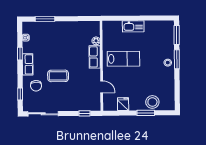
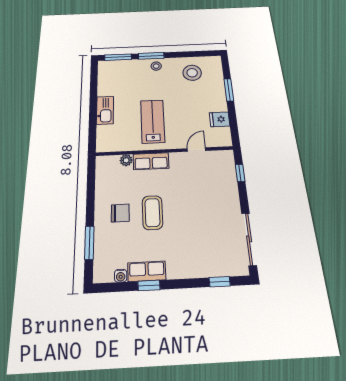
row of seats: (28, 64) -> (147, 271), moved
coffee table: (58, 76) -> (152, 213), moved
chair: (36, 86) -> (120, 213), moved
stool: (152, 102) -> (192, 73), moved

